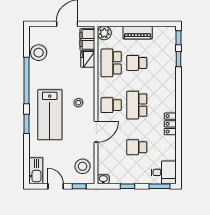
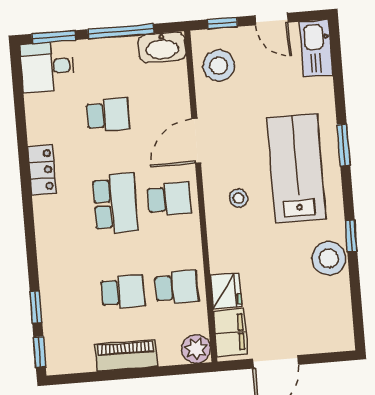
stool: (39, 53) -> (329, 258), moved
school desk: (111, 63) -> (176, 287), width x0.54
window: (26, 80) -> (351, 236), width x0.32
washbasin: (103, 179) -> (162, 47), width x1.91, depth x1.45
window: (127, 186) -> (121, 31), width x2.17

